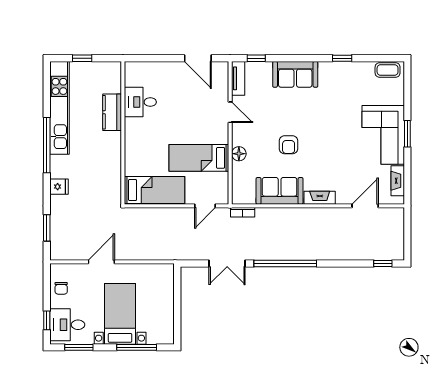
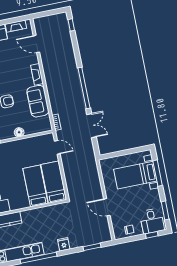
bed: (199, 158) -> (35, 186), moved, turned 180
bed with nightstands: (120, 314) -> (135, 175), moved

